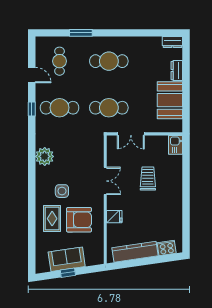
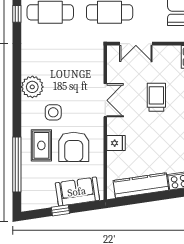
plant: (45, 156) -> (32, 87), moved
armchair: (79, 220) -> (74, 147), turned 90
window: (32, 234) -> (17, 165), added
sofa: (67, 259) -> (77, 192), moved

